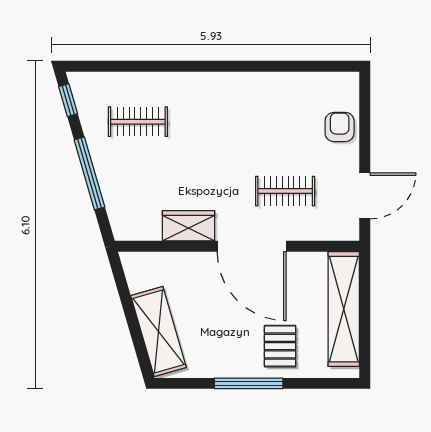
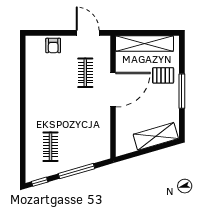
armchair: (340, 127) -> (53, 46), turned -90
wardrobe: (189, 226) -> (103, 121), removed

